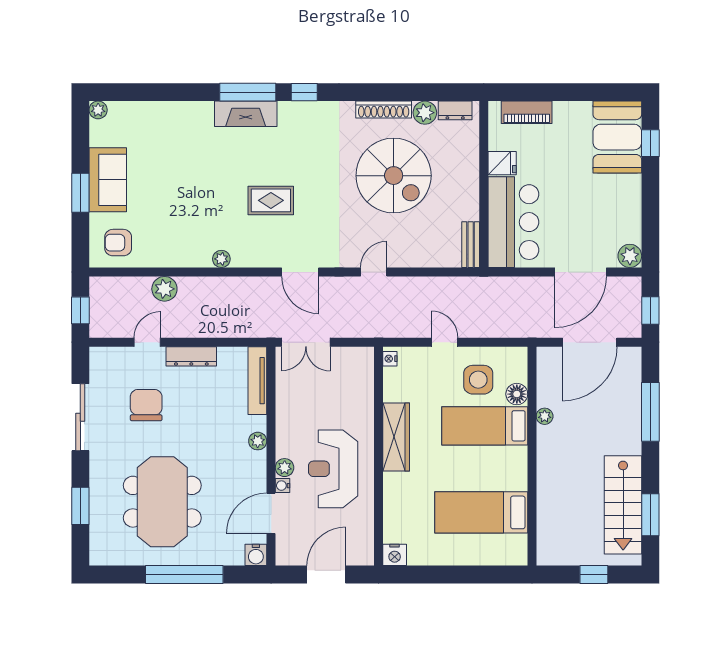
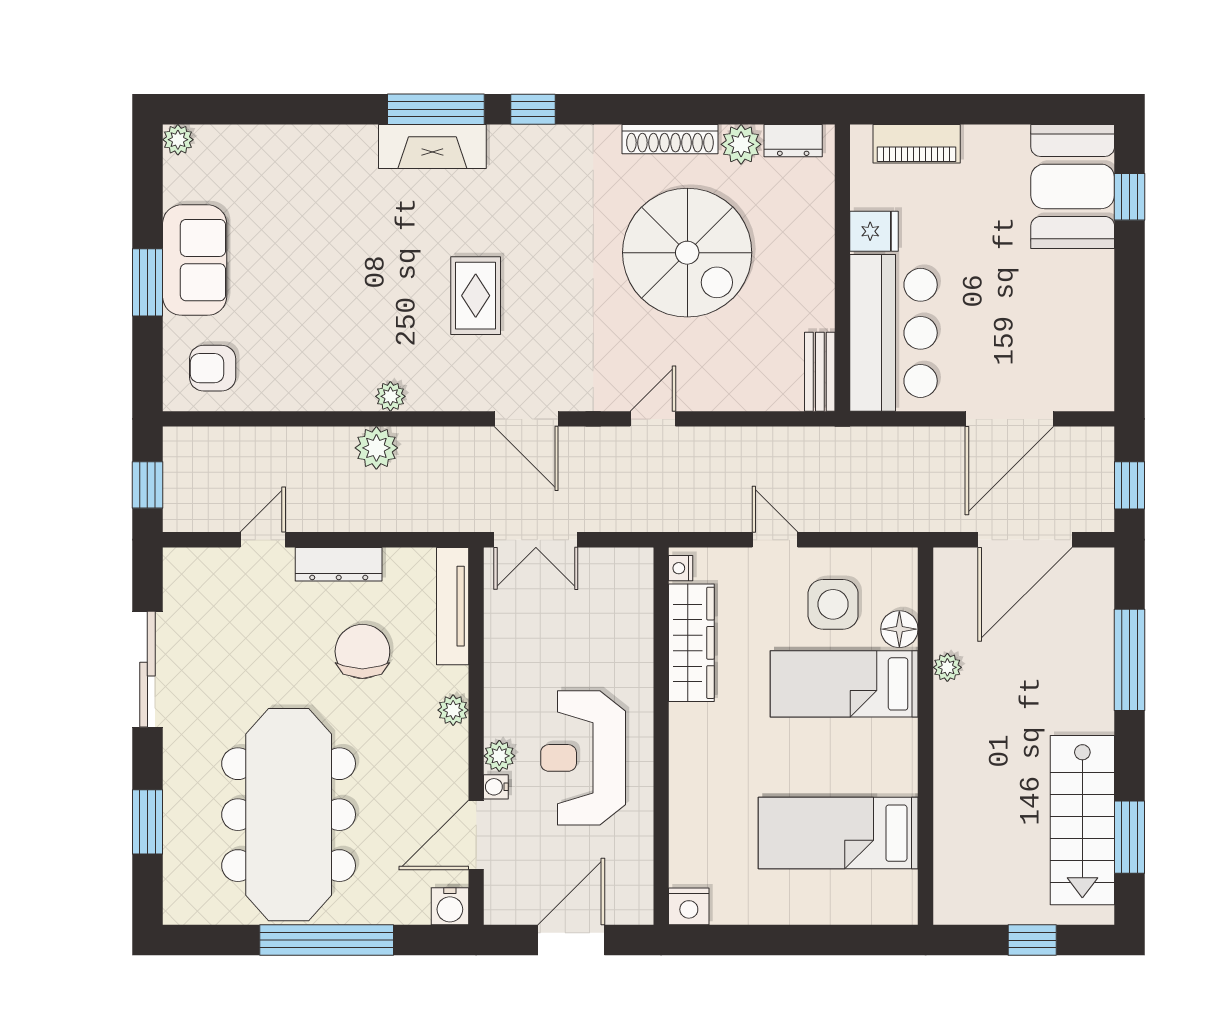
rug: (271, 200) -> (476, 296), turned 90
plant: (630, 256) -> (1094, 391), removed
plant: (164, 289) -> (376, 448), moved
chair: (146, 405) -> (362, 651), moved
wardrobe: (396, 437) -> (691, 643), moved
meeting table: (162, 502) -> (289, 815), width x1.36

